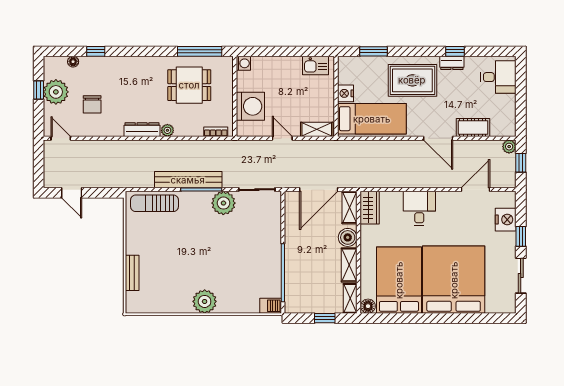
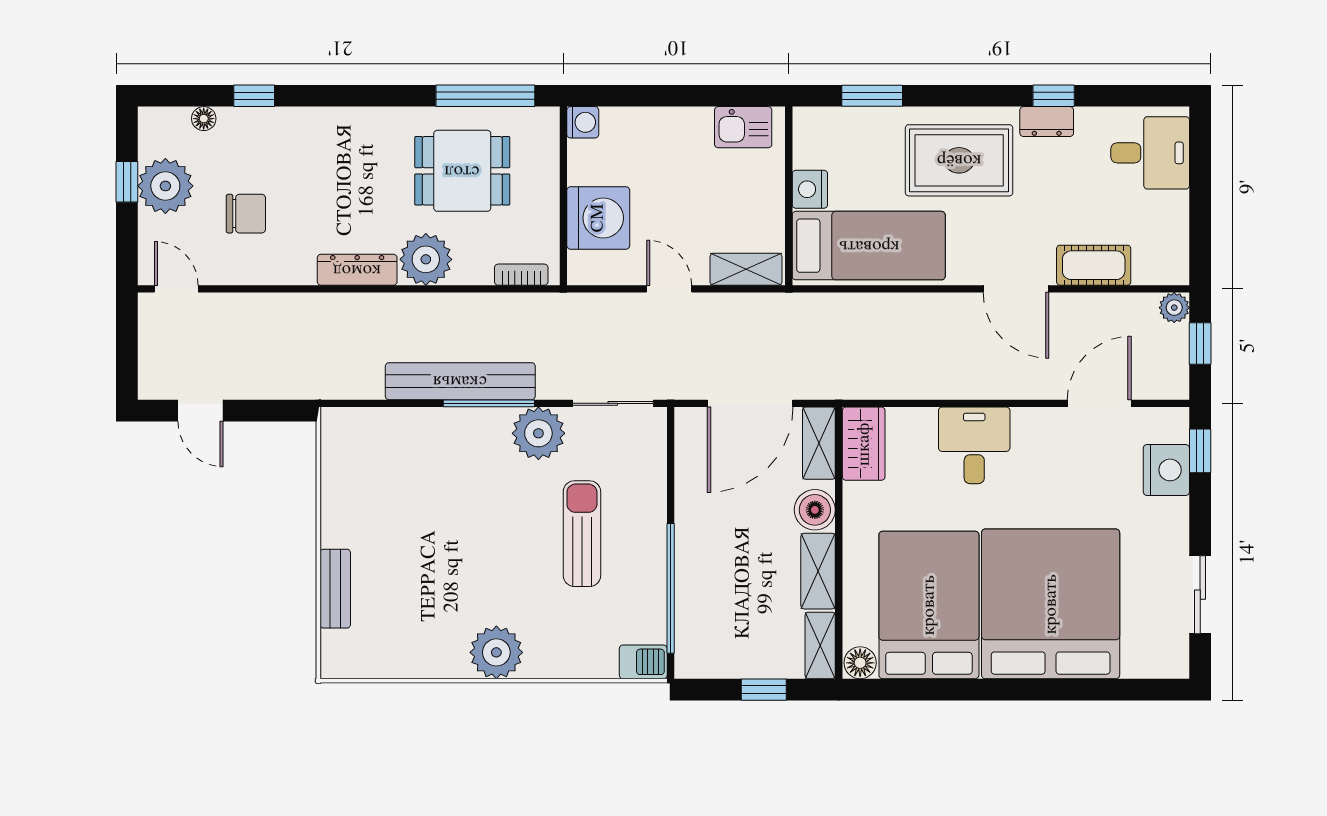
chair: (92, 104) -> (246, 214), turned -90
plant: (167, 130) -> (426, 259), width x1.88, depth x1.88
sun lounger: (154, 203) -> (582, 534), moved, turned 90
window: (521, 236) -> (1200, 451), moved

